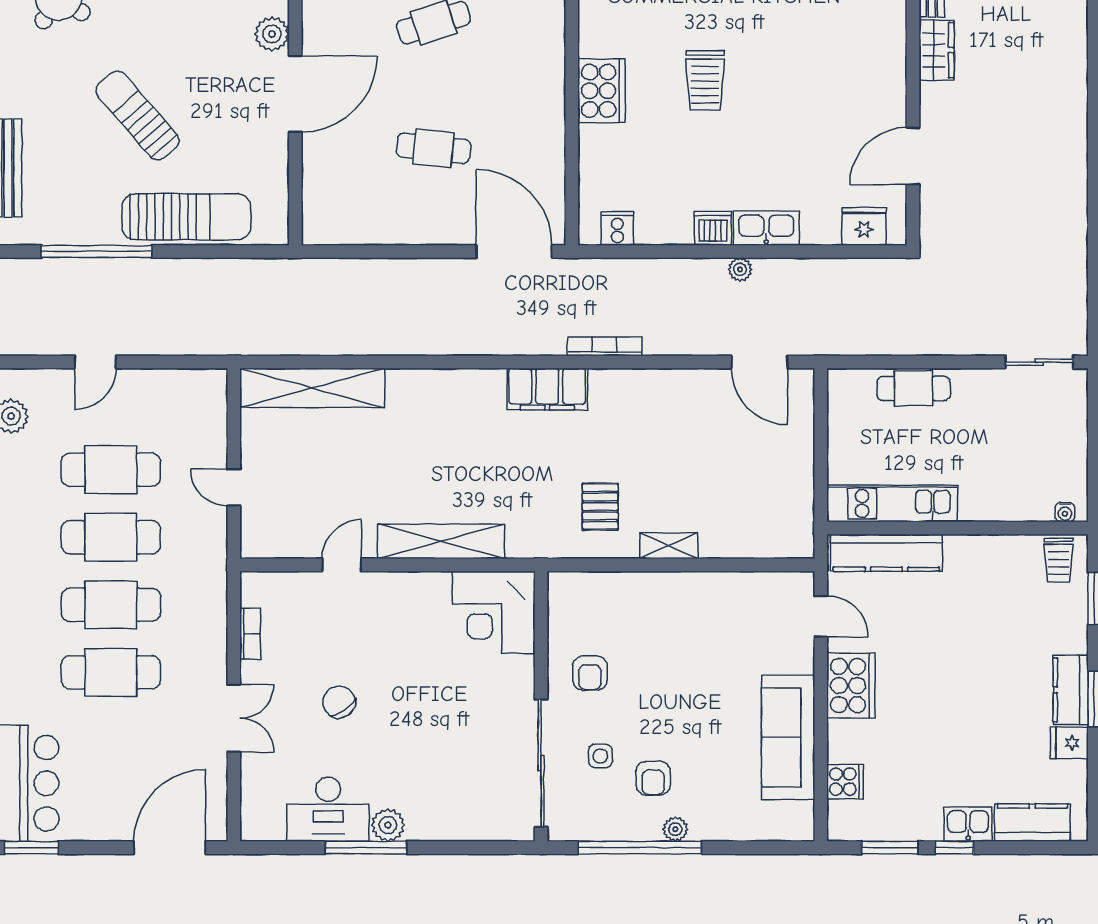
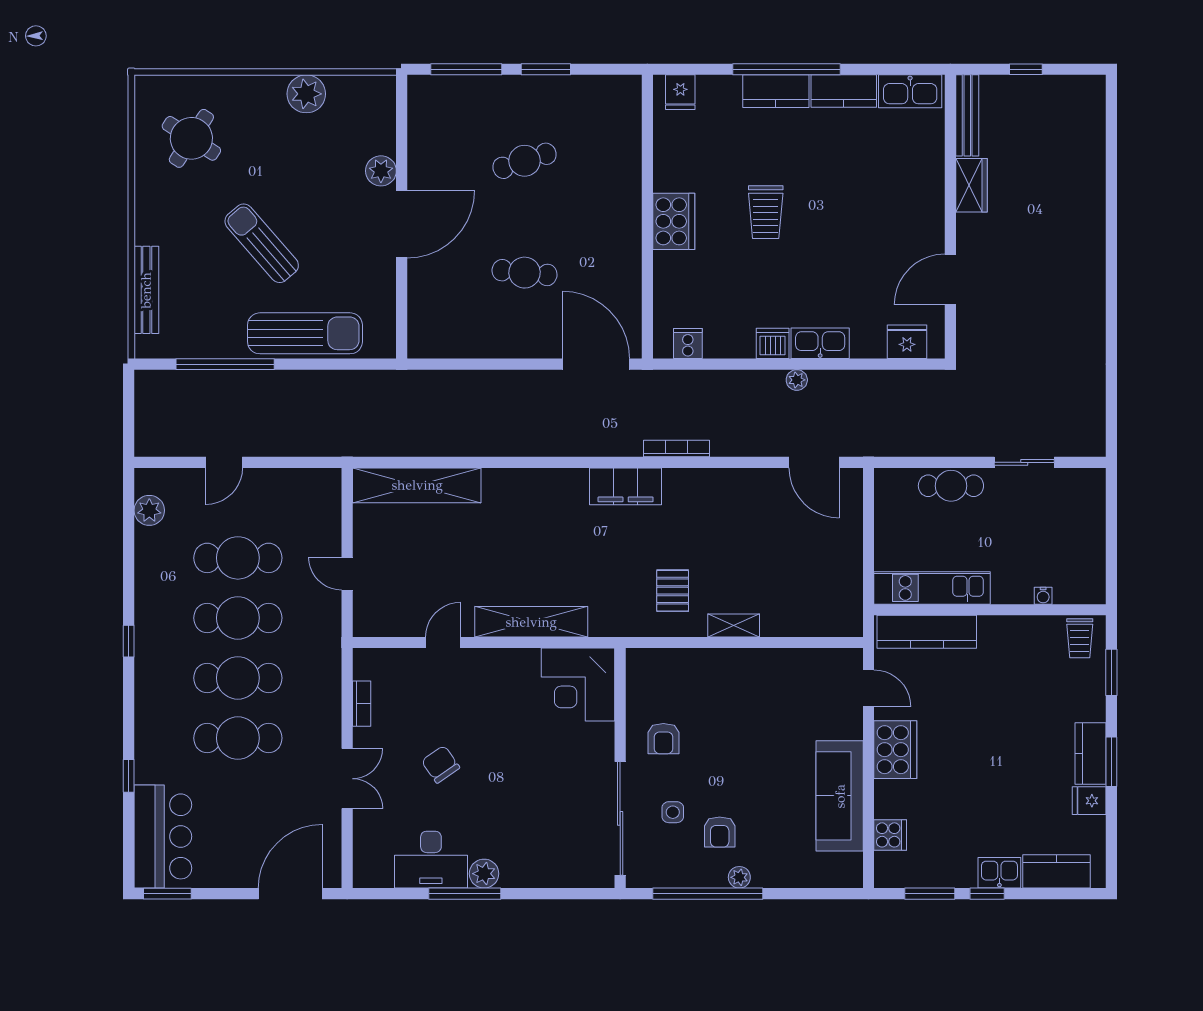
sliding door: (1039, 362) -> (1024, 462), moved
water cooler: (1065, 512) -> (1043, 596), moved

